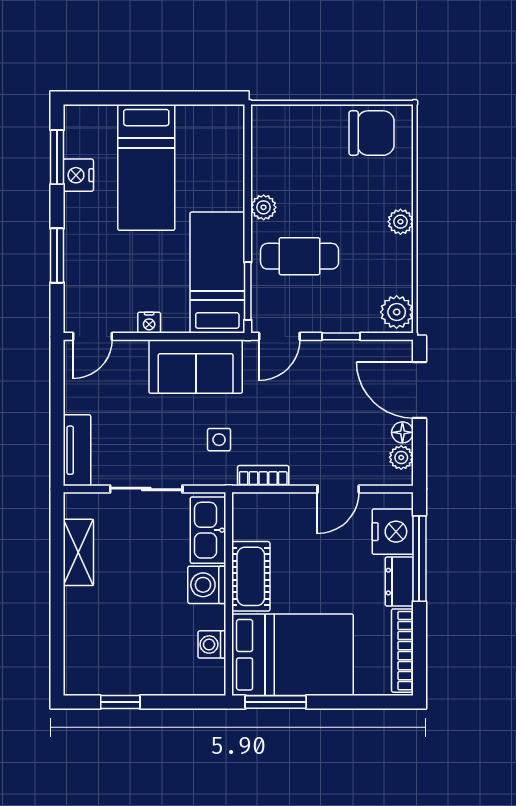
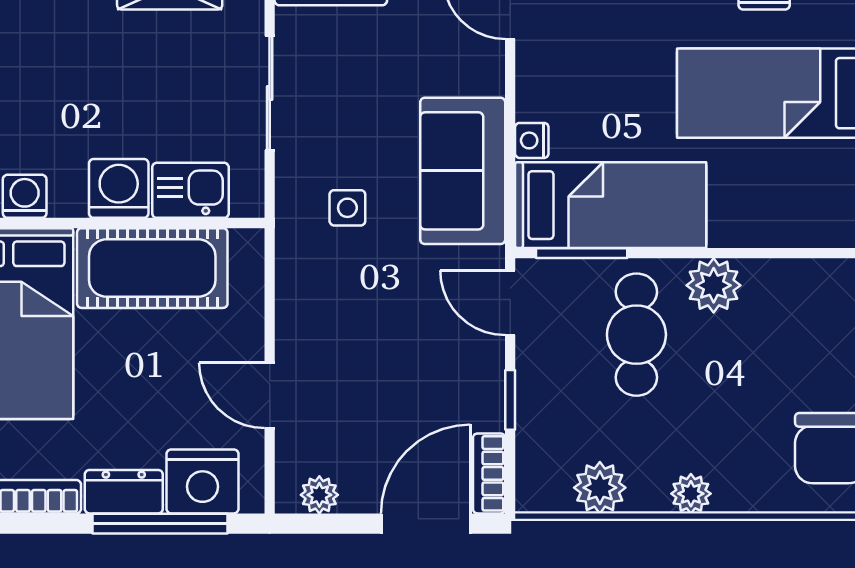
plant: (264, 207) -> (714, 285), width x1.38, depth x1.38
plant: (397, 312) -> (600, 488), moved
nightstand: (149, 323) -> (532, 140), moved
floor lamp: (402, 432) -> (359, 497), removed
bookcase: (263, 476) -> (489, 473), moved, turned 180
kitchen sink: (208, 530) -> (190, 190), width x0.73
cot: (251, 576) -> (152, 268), width x1.37, depth x1.34

